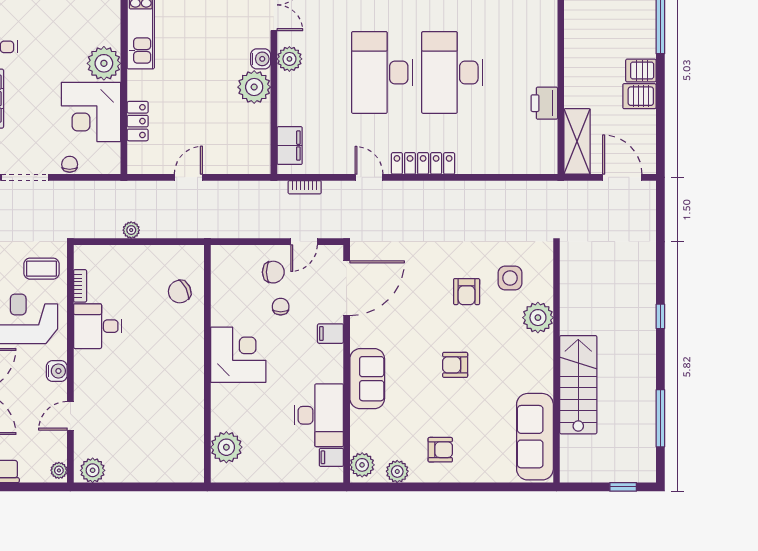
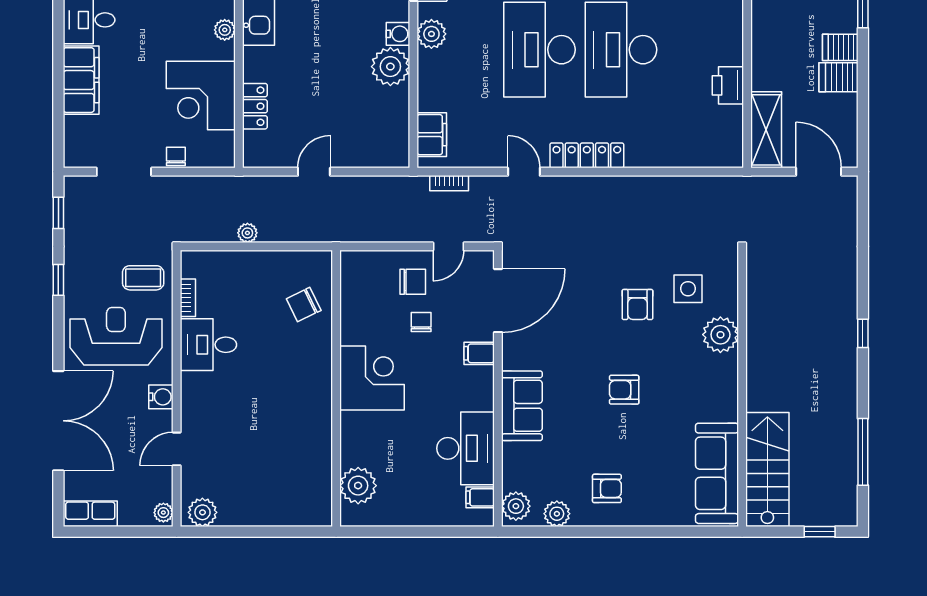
plant: (104, 63) -> (225, 30), width x0.53, depth x0.53
stairs: (578, 385) -> (767, 469), moved

